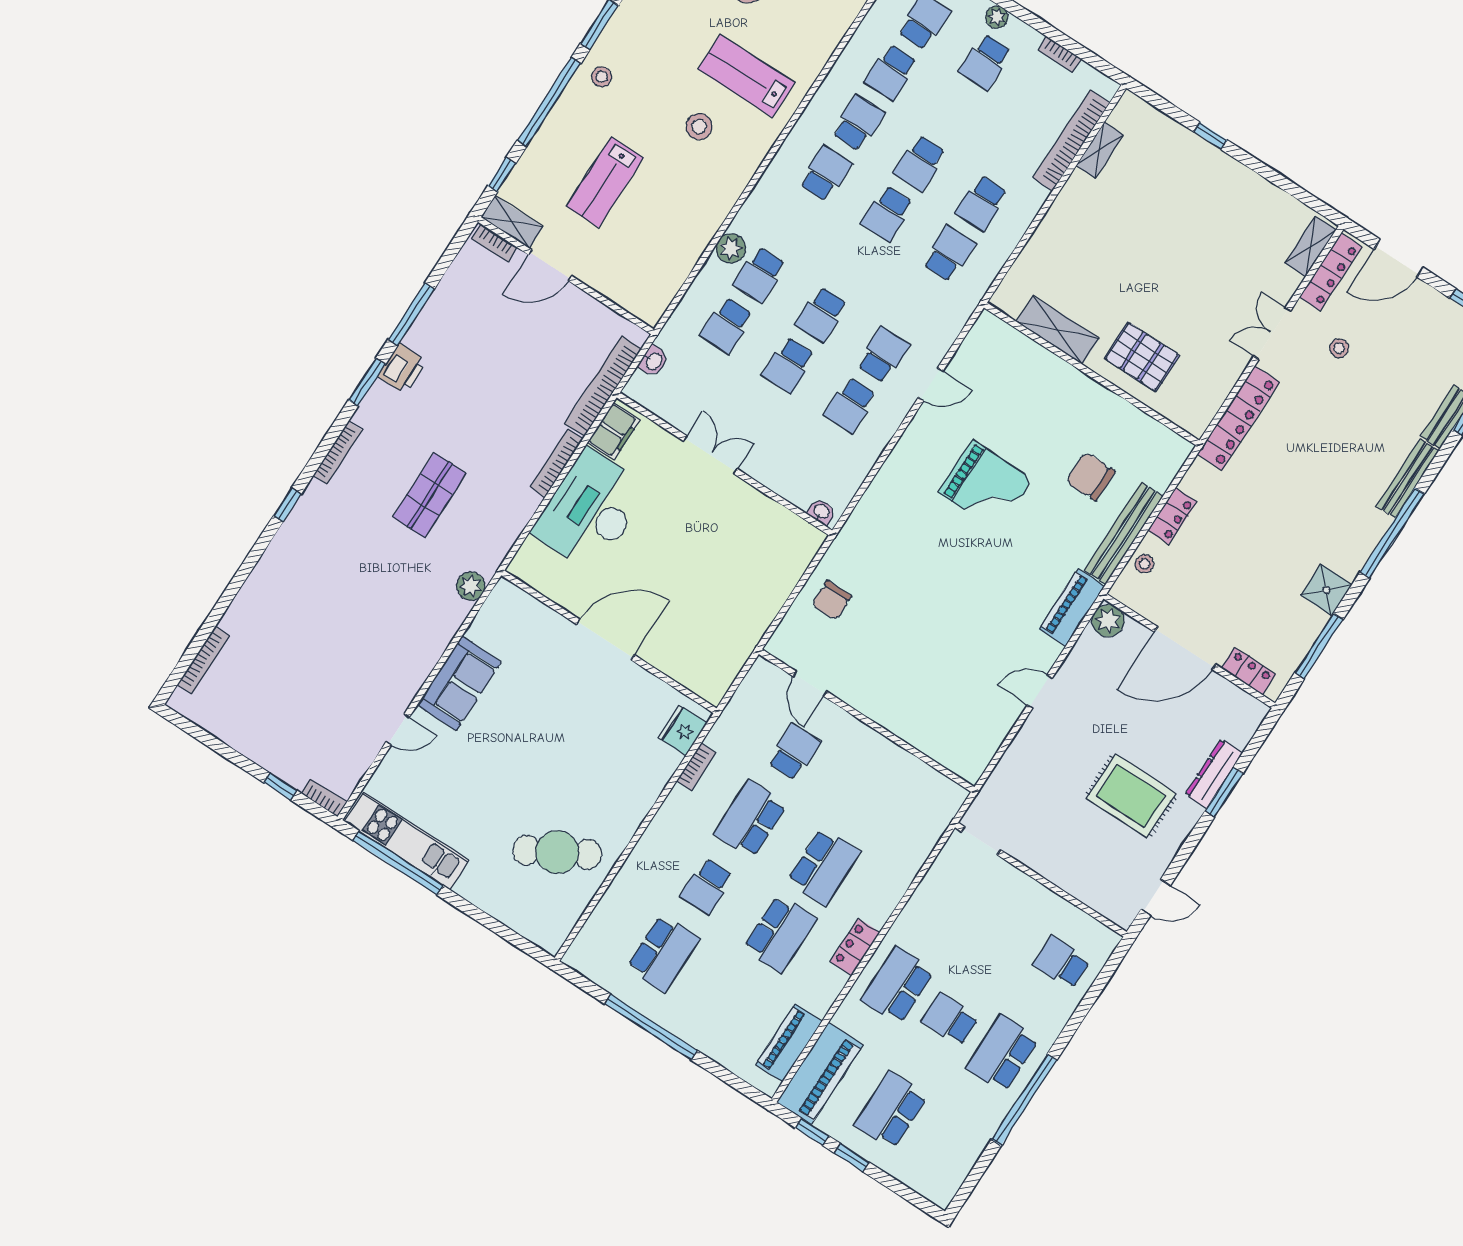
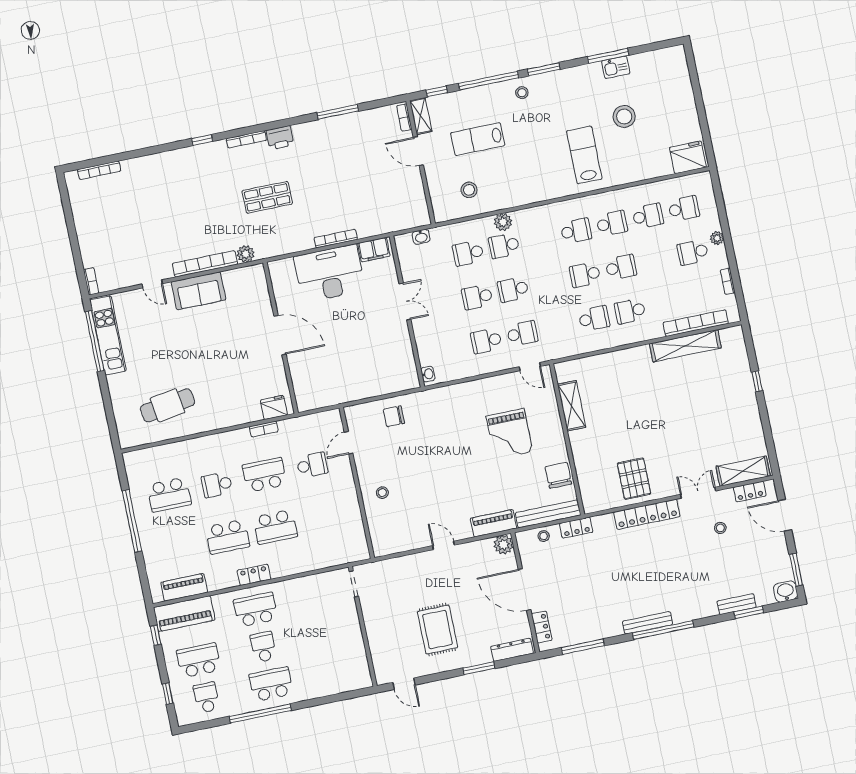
school desk: (891, 72) -> (648, 216), turned 180
stool: (699, 126) -> (469, 190), moved
shelving: (1100, 150) -> (685, 346), width x2.20, depth x1.33
school desk: (920, 163) -> (621, 267), turned 180
shelving: (1310, 246) -> (743, 471), width x1.50, depth x1.33
locker: (1331, 272) -> (750, 492), width x0.66
shelving: (1058, 330) -> (572, 406), moved
pallet: (1142, 357) -> (634, 479), moved
printer: (402, 368) -> (280, 138), moved
wall: (1092, 374) -> (567, 439), moved
window: (367, 382) -> (289, 122), removed
bookcase: (603, 386) -> (205, 264), moved
bench: (1408, 479) -> (647, 623), moved
shower: (1326, 590) -> (610, 626), removed
stool: (907, 702) -> (382, 493), added
dresser: (1214, 774) -> (512, 650), moved
window: (280, 786) -> (77, 257), removed
cafe table: (557, 852) -> (167, 405), turned -70
school desk: (1061, 962) -> (206, 698), moved
window: (852, 1157) -> (168, 694), moved

